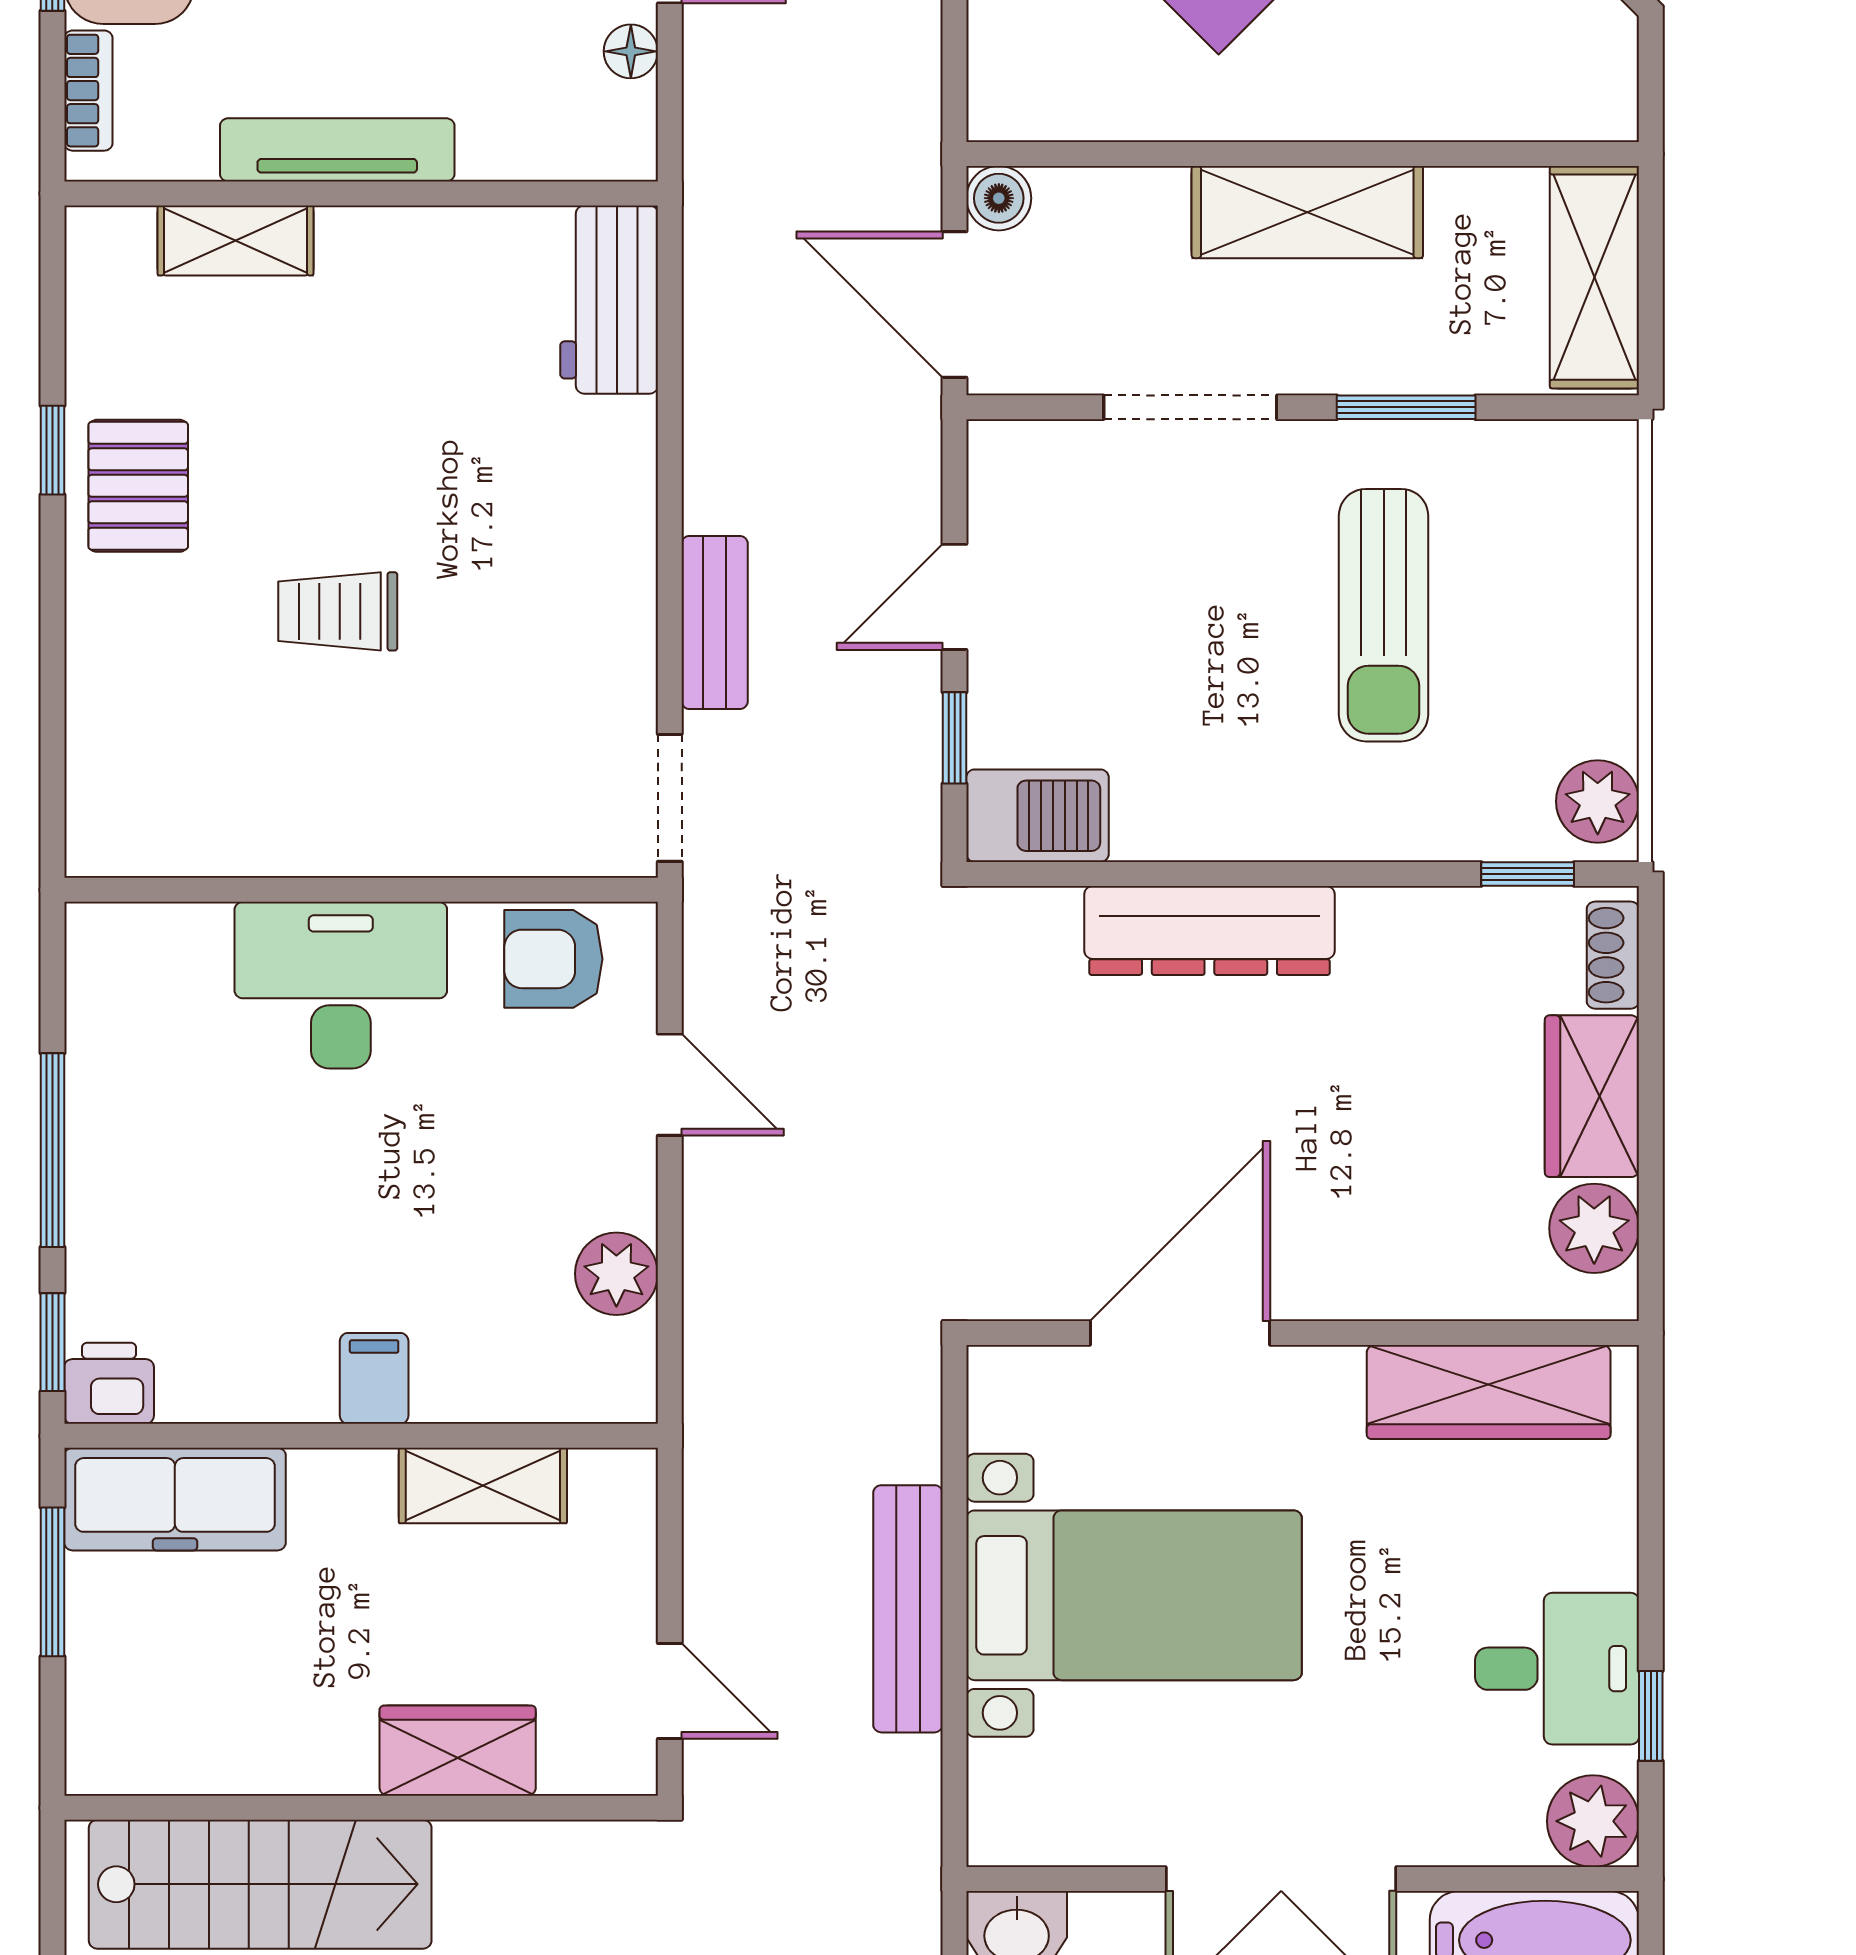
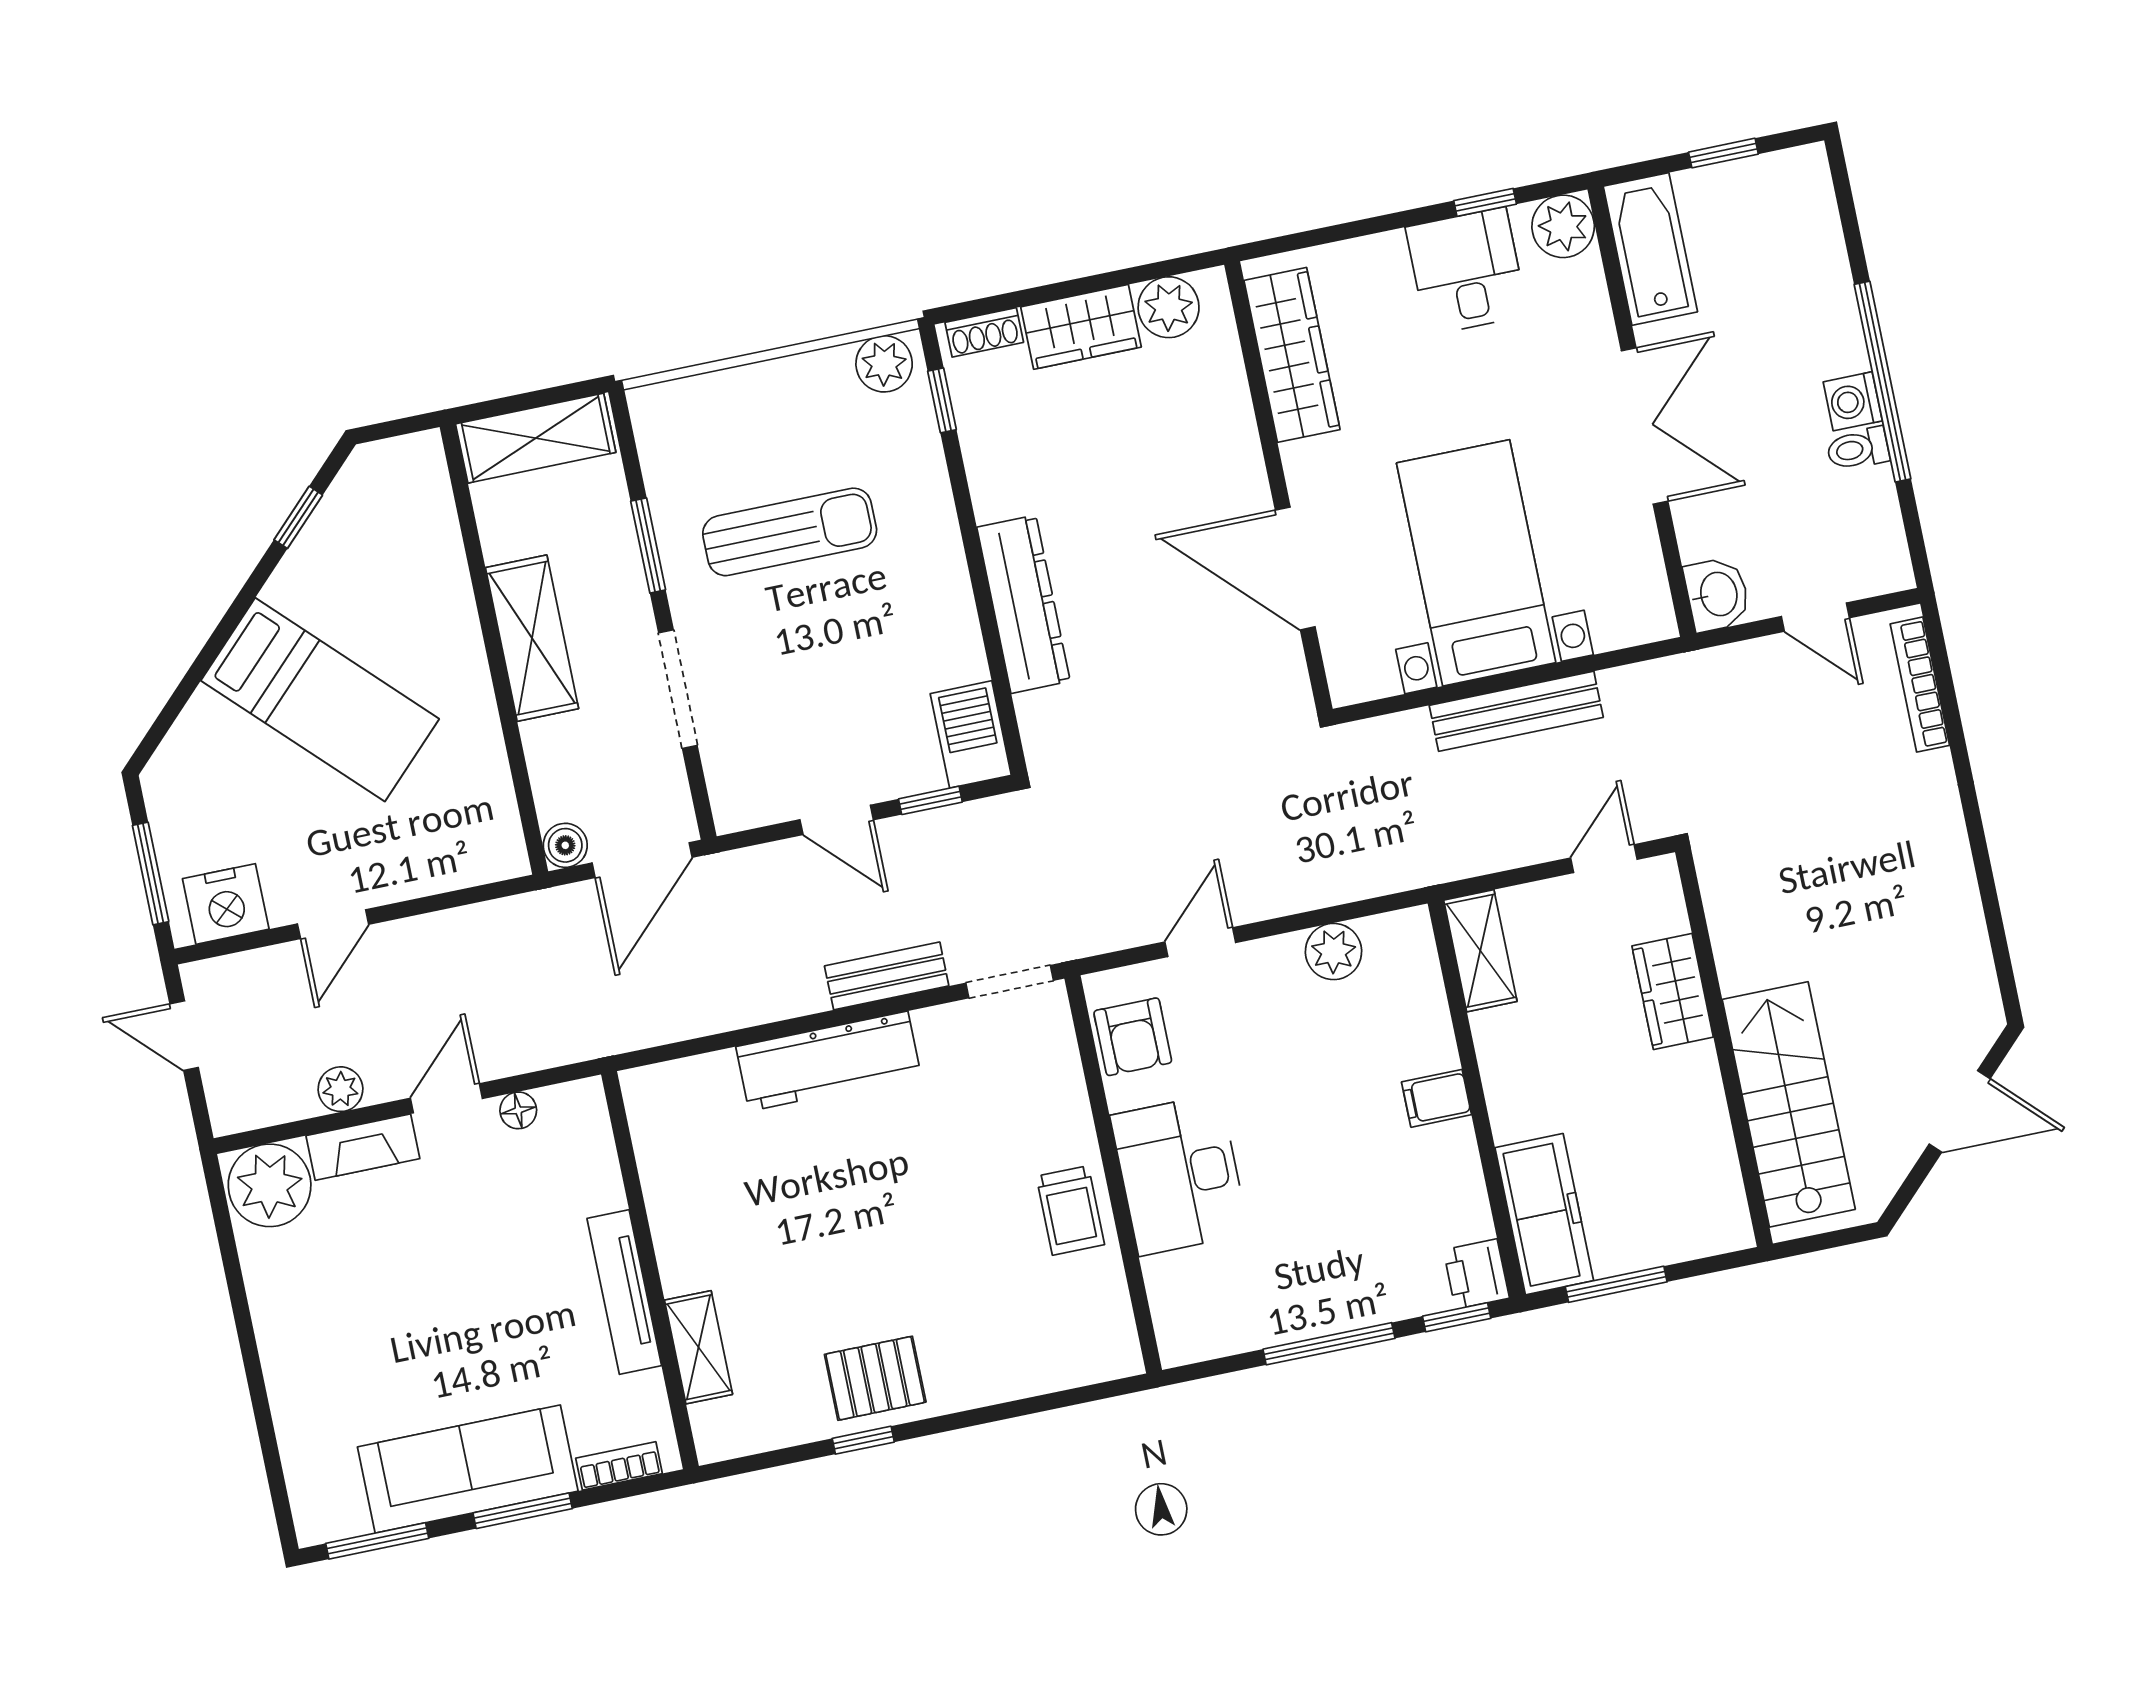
workbench: (609, 300) -> (828, 1061), moved, width x1.38
trolley: (338, 611) -> (1070, 1210), moved
shelving: (483, 1486) -> (1480, 951), moved

